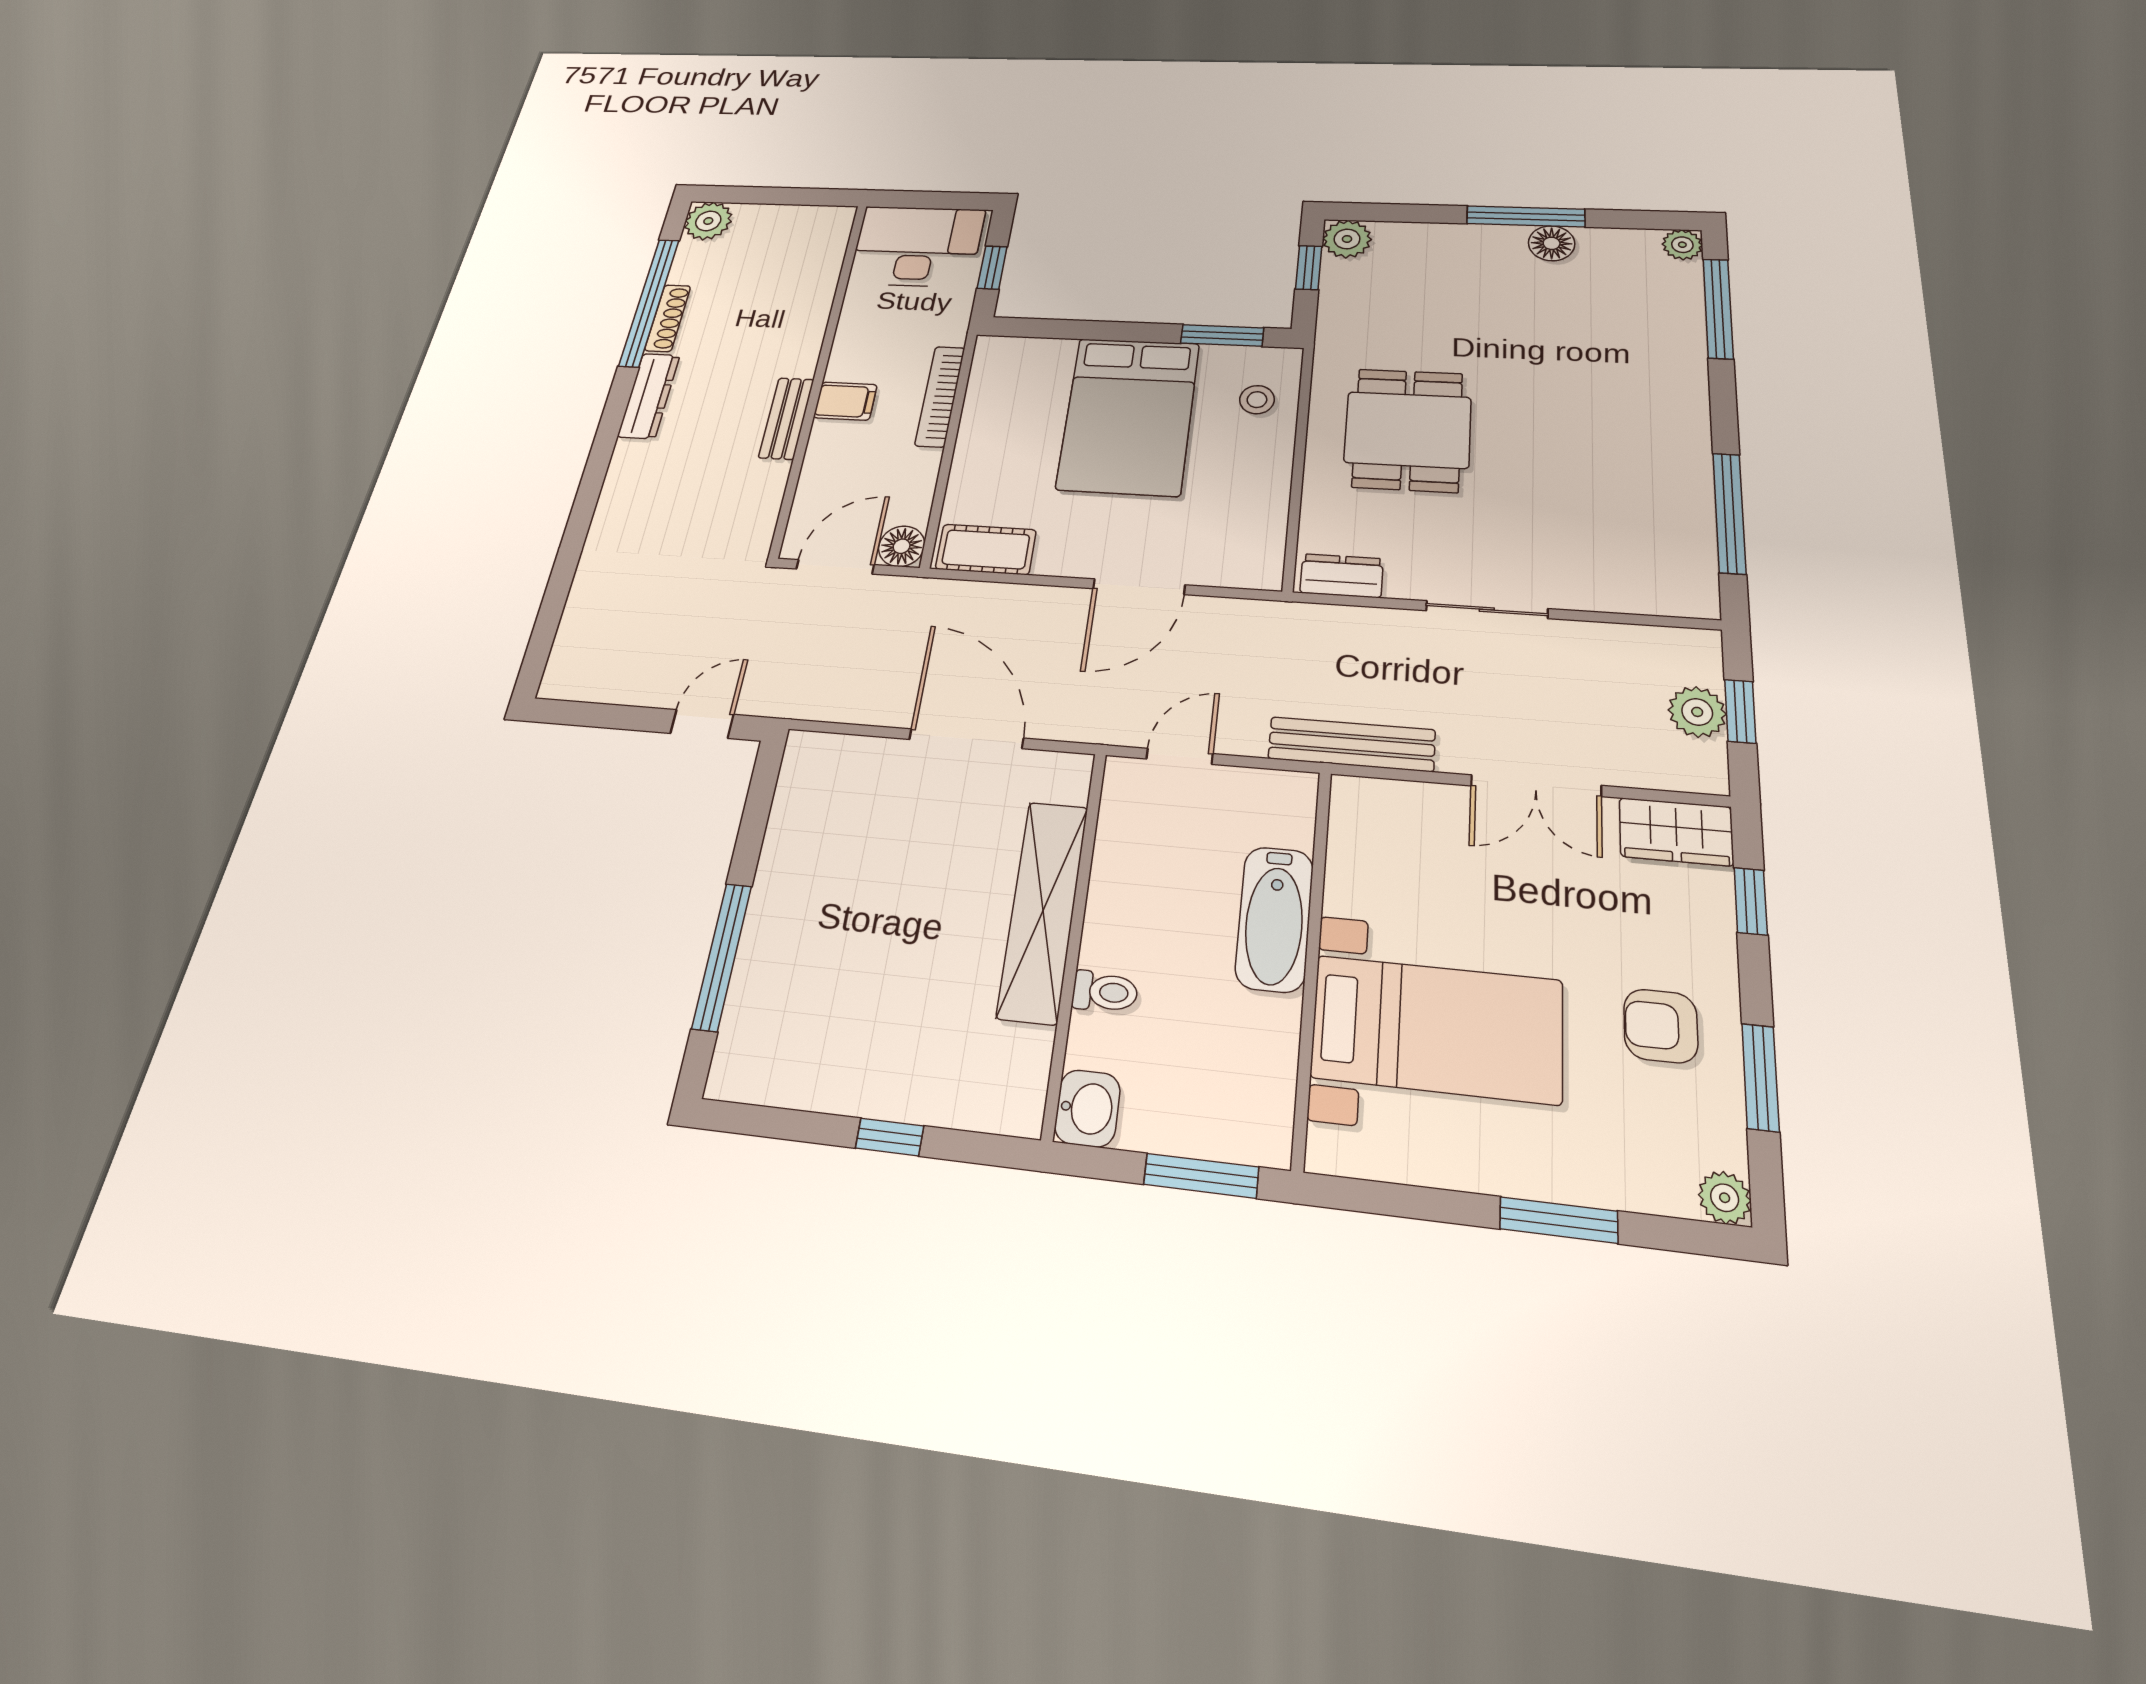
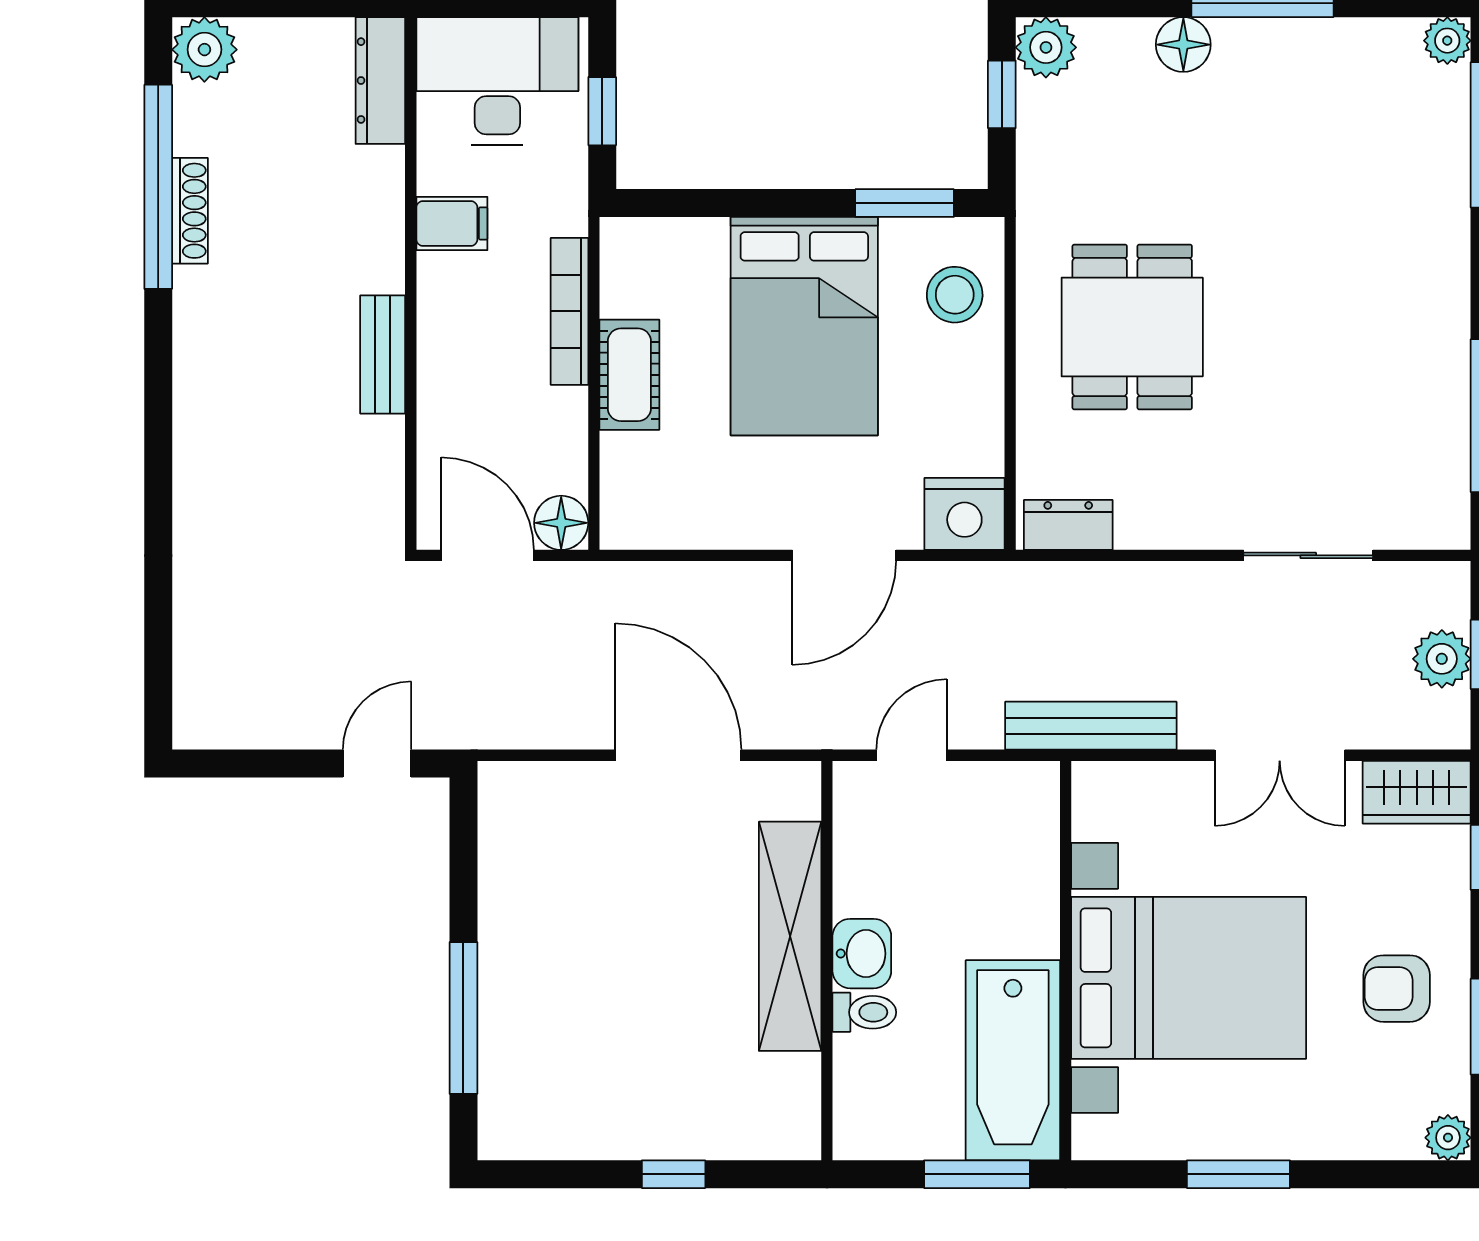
floor lamp: (1552, 243) -> (1183, 45), moved
dresser: (649, 396) -> (380, 81), moved, turned 180
stool: (1257, 400) -> (955, 295), width x1.37, depth x1.37
filing cabinet: (845, 401) -> (452, 223), moved
cot: (986, 549) -> (629, 375), moved, turned 90
nightstand: (1249, 561) -> (964, 514), added
door: (835, 567) -> (488, 555), hinge flipped
sliding door: (1487, 610) -> (1308, 555), moved
bathtub: (1274, 919) -> (1013, 1060), moved, width x1.36, depth x1.36
bed with nightstands: (1437, 1029) -> (1189, 978), width x1.36
washbasin: (1087, 1108) -> (862, 954), moved
window: (1559, 1220) -> (1238, 1174), moved

